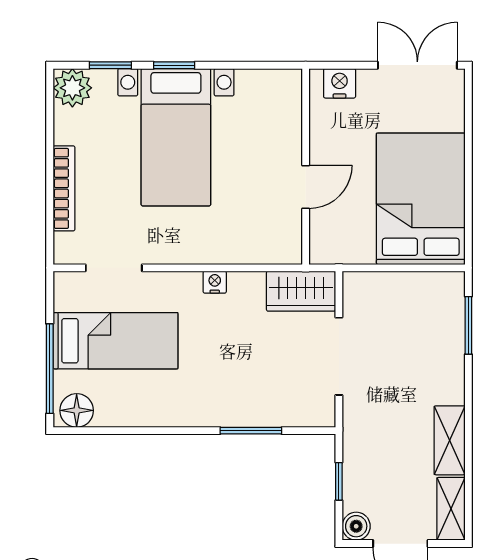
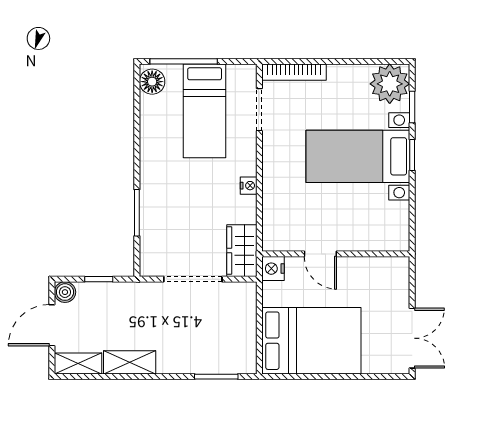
nightstand: (340, 83) -> (273, 269), moved, turned 180
plant: (72, 88) -> (390, 84), width x1.36, depth x1.36
bookcase: (64, 188) -> (294, 72), moved

